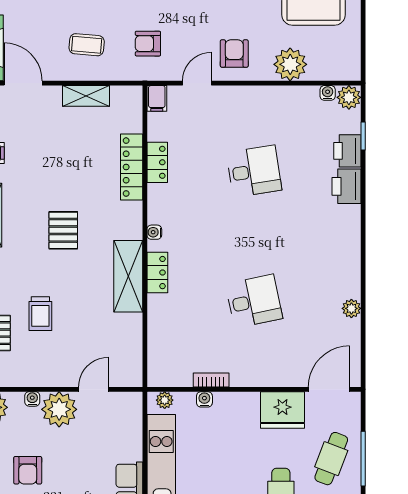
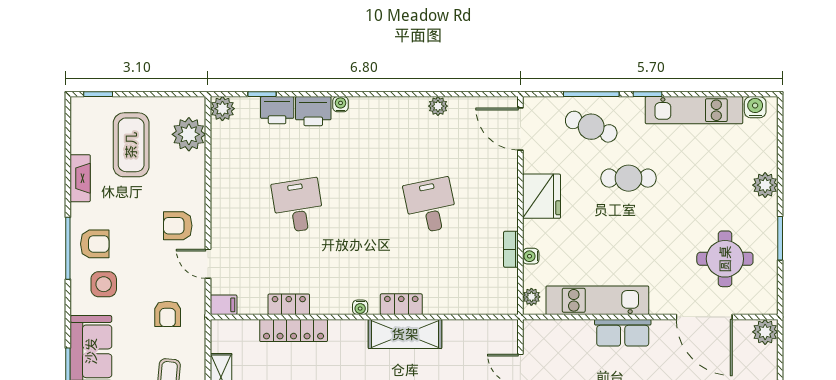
plant: (290, 64) -> (189, 134), moved
water cooler: (328, 93) -> (341, 104), moved, turned 90
fridge: (282, 410) -> (542, 196), moved

